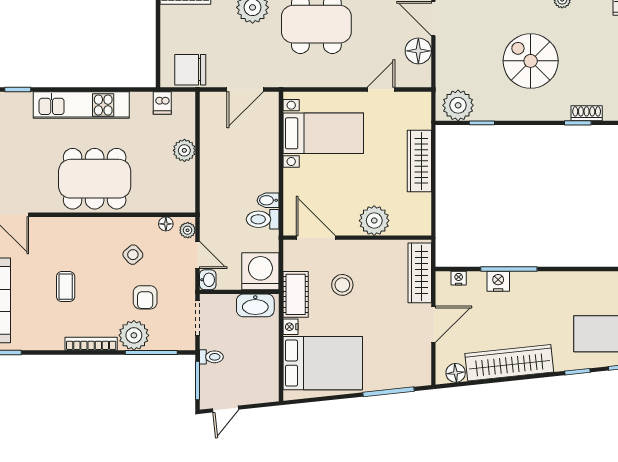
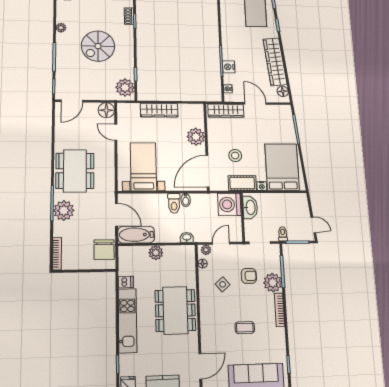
floor lamp: (418, 51) -> (106, 110), moved
dishwasher: (162, 103) -> (126, 282), moved
bathtub: (213, 120) -> (136, 235), added
toilet: (263, 219) -> (174, 203), moved
door: (316, 238) -> (207, 171), width x1.36
washbasin: (208, 280) -> (187, 237), moved

